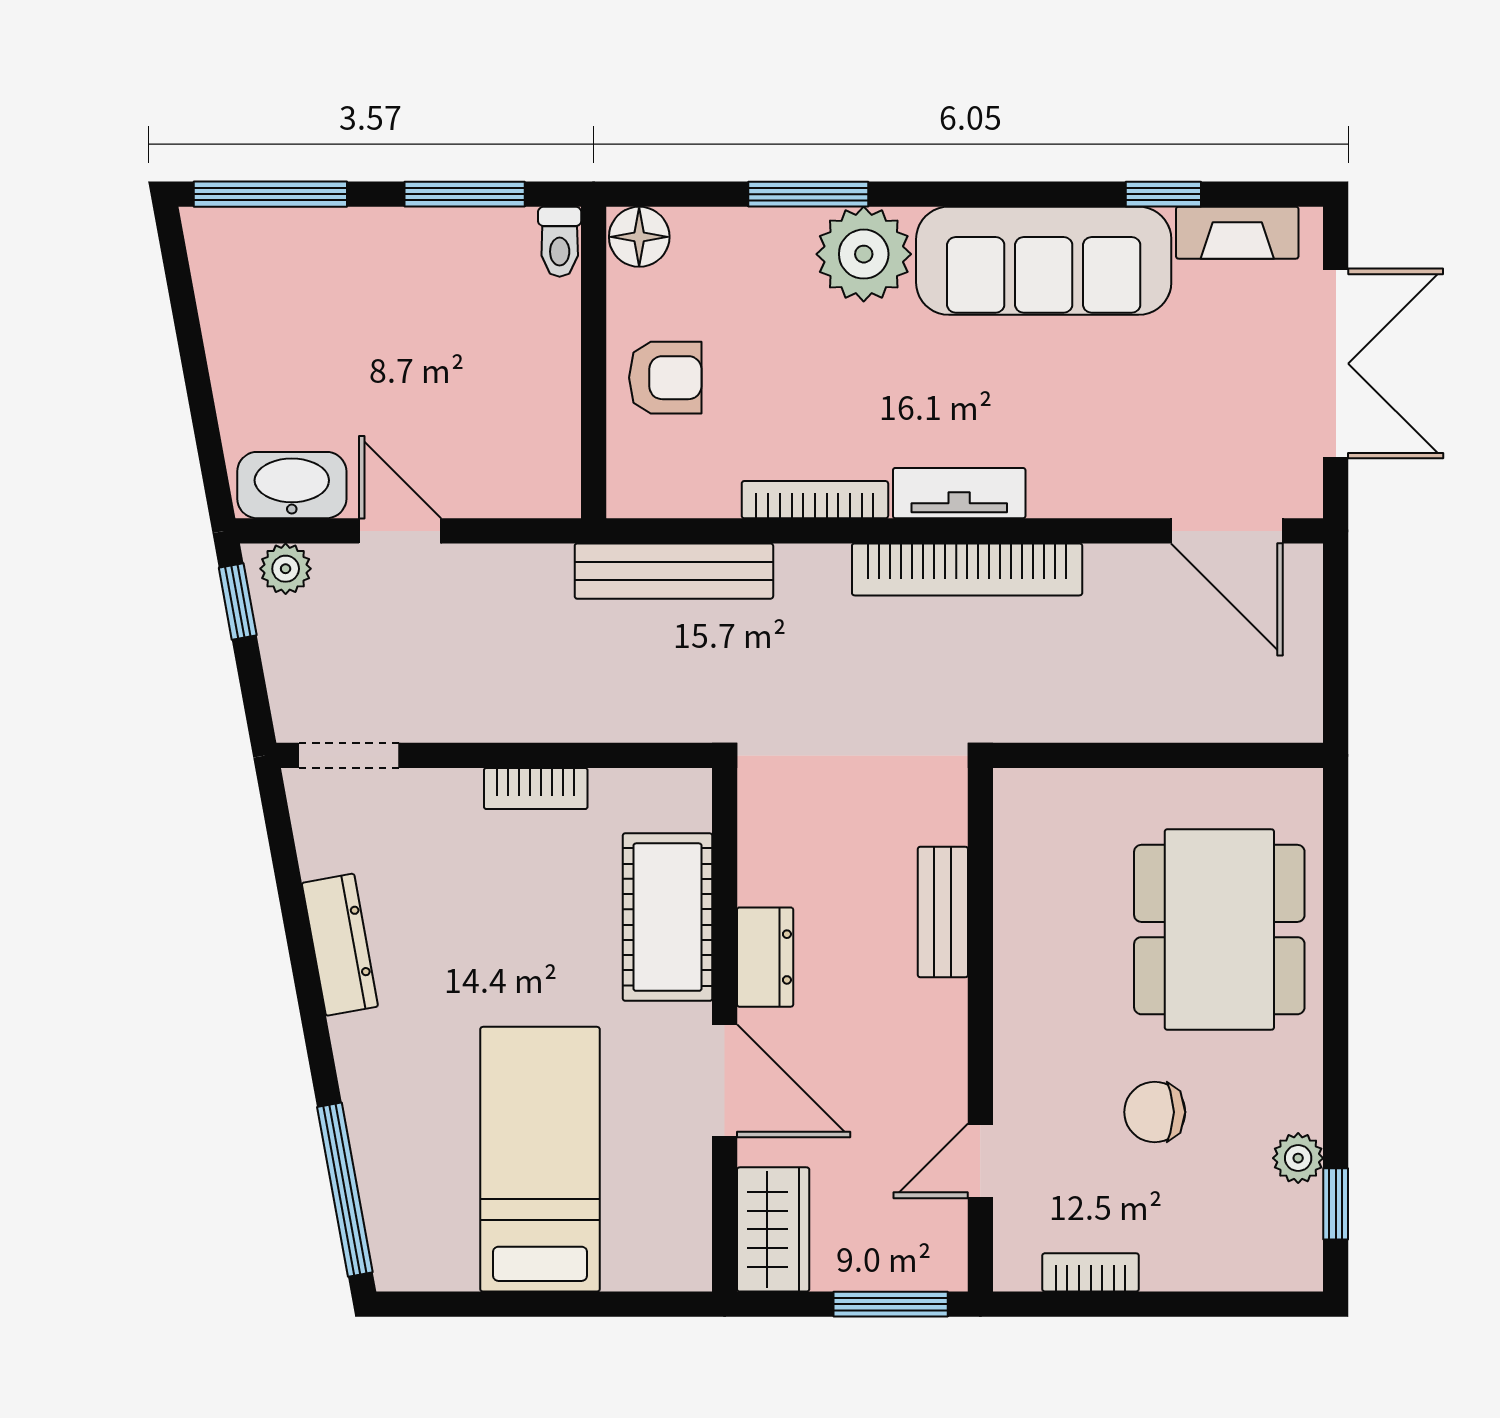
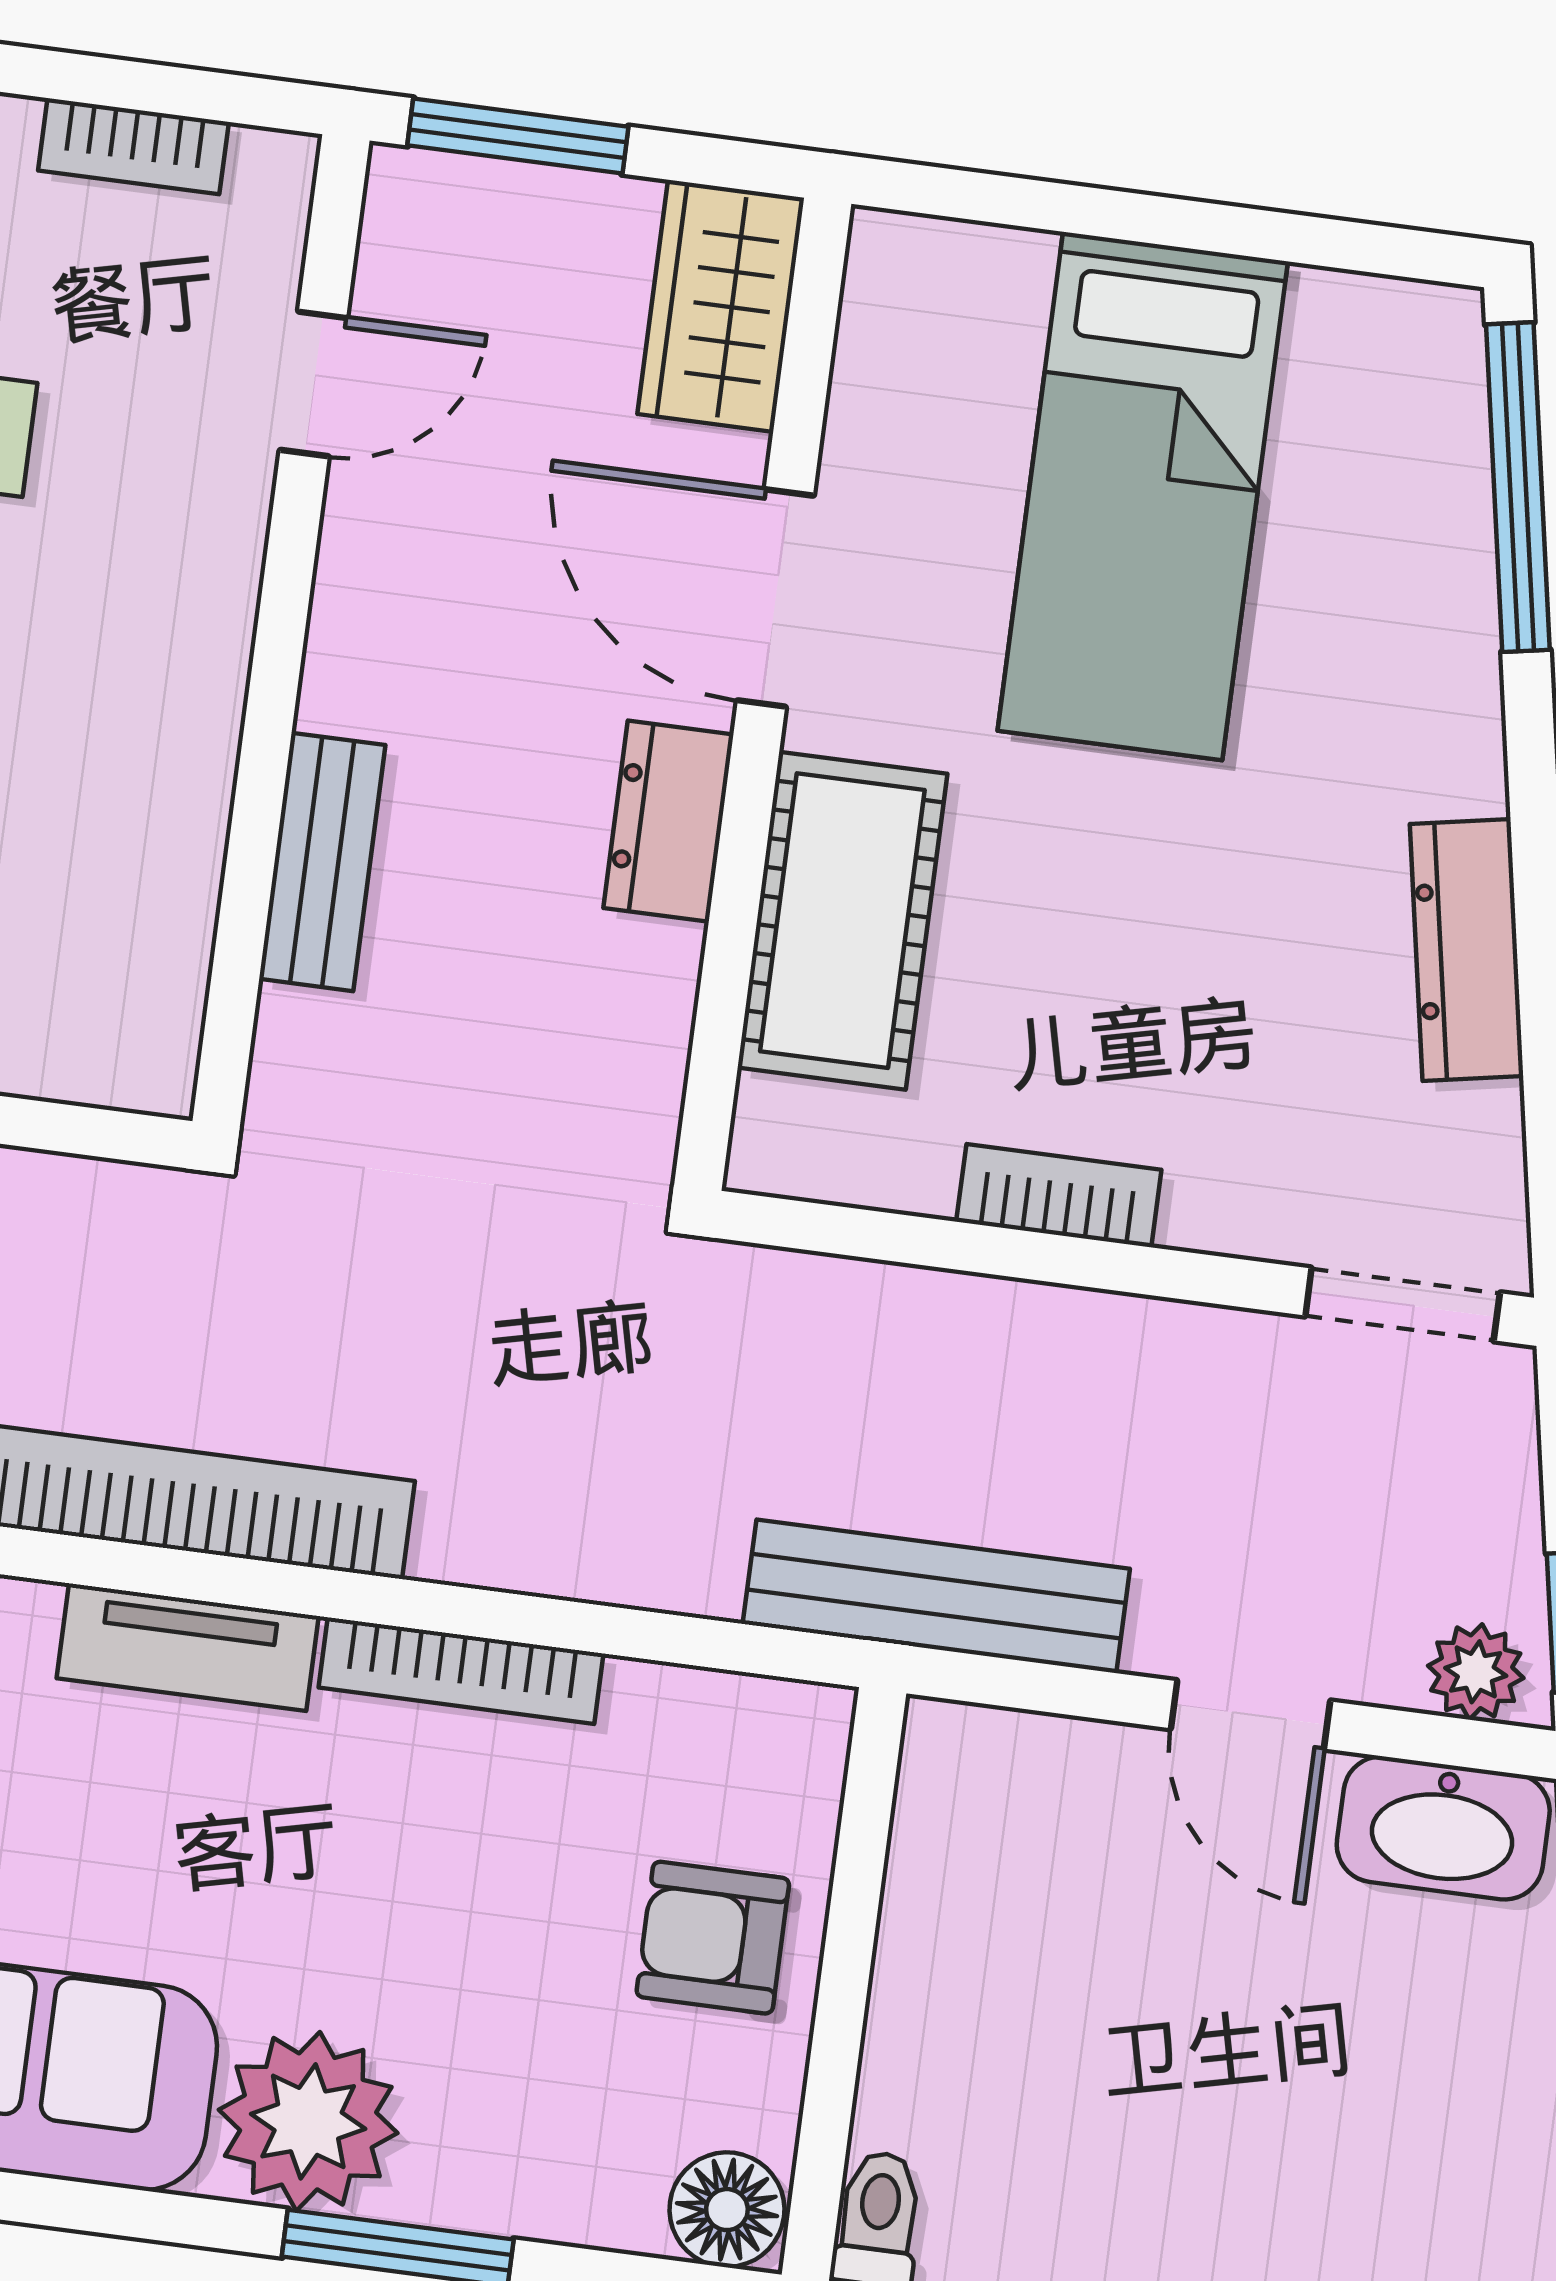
bench: (674, 571) -> (936, 1596), moved

